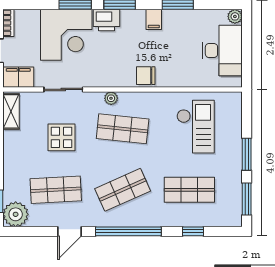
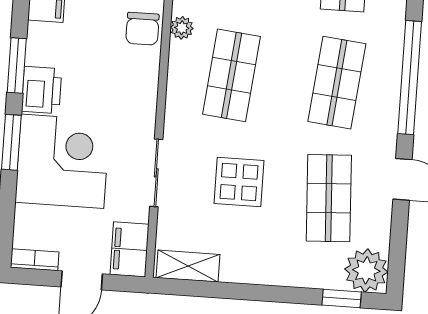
plant: (111, 98) -> (182, 28), moved
shop shelf: (123, 190) -> (337, 83), turned 30

